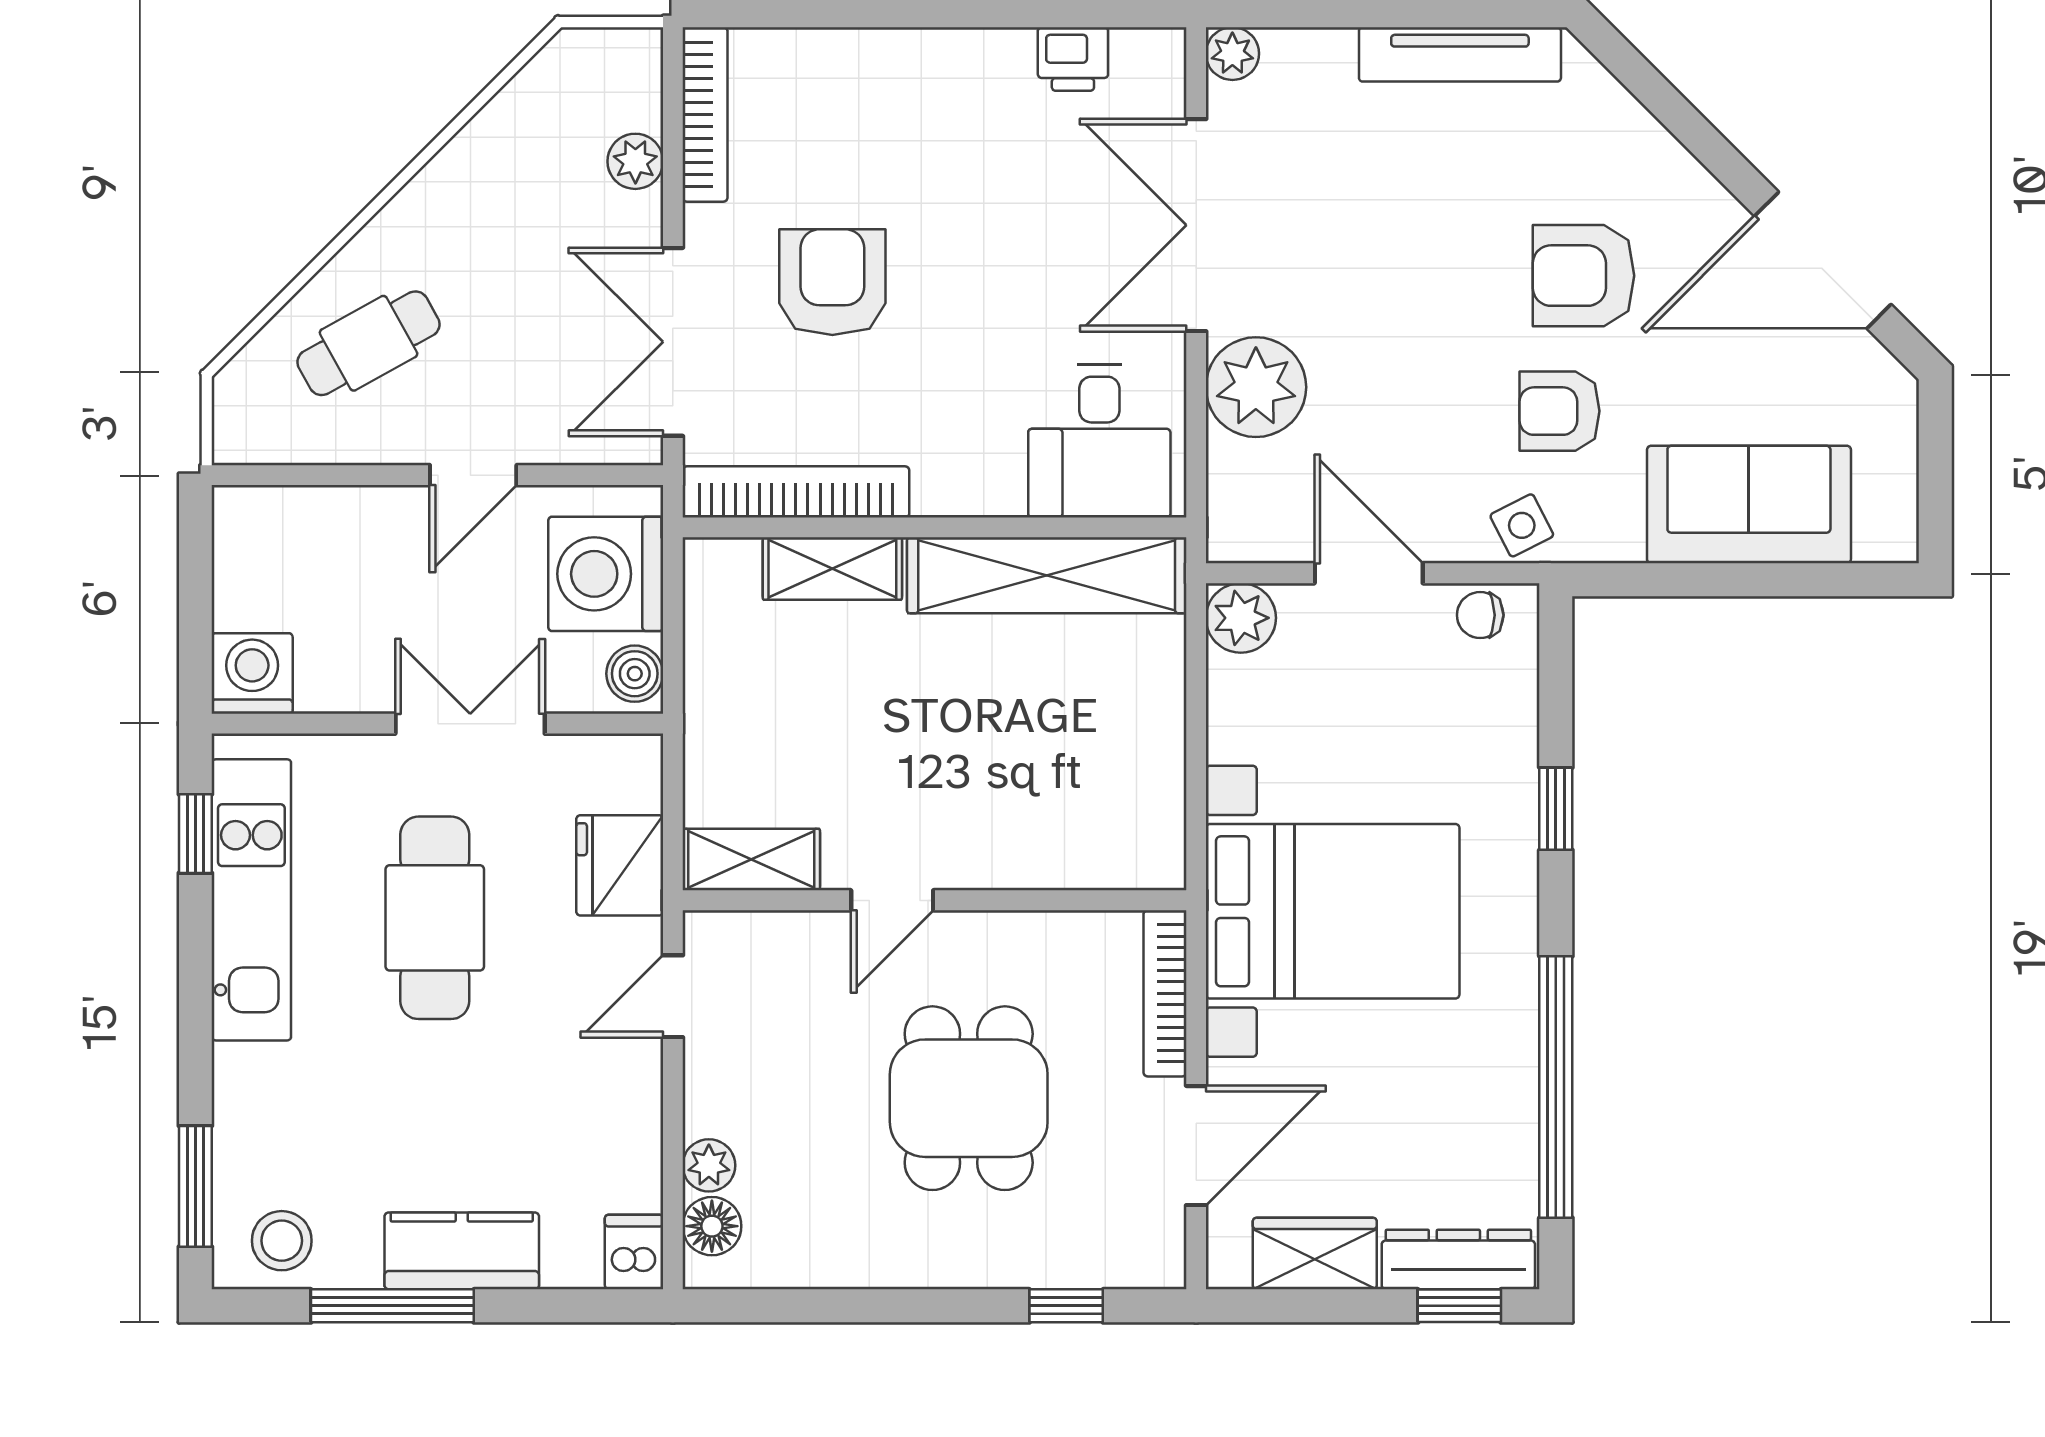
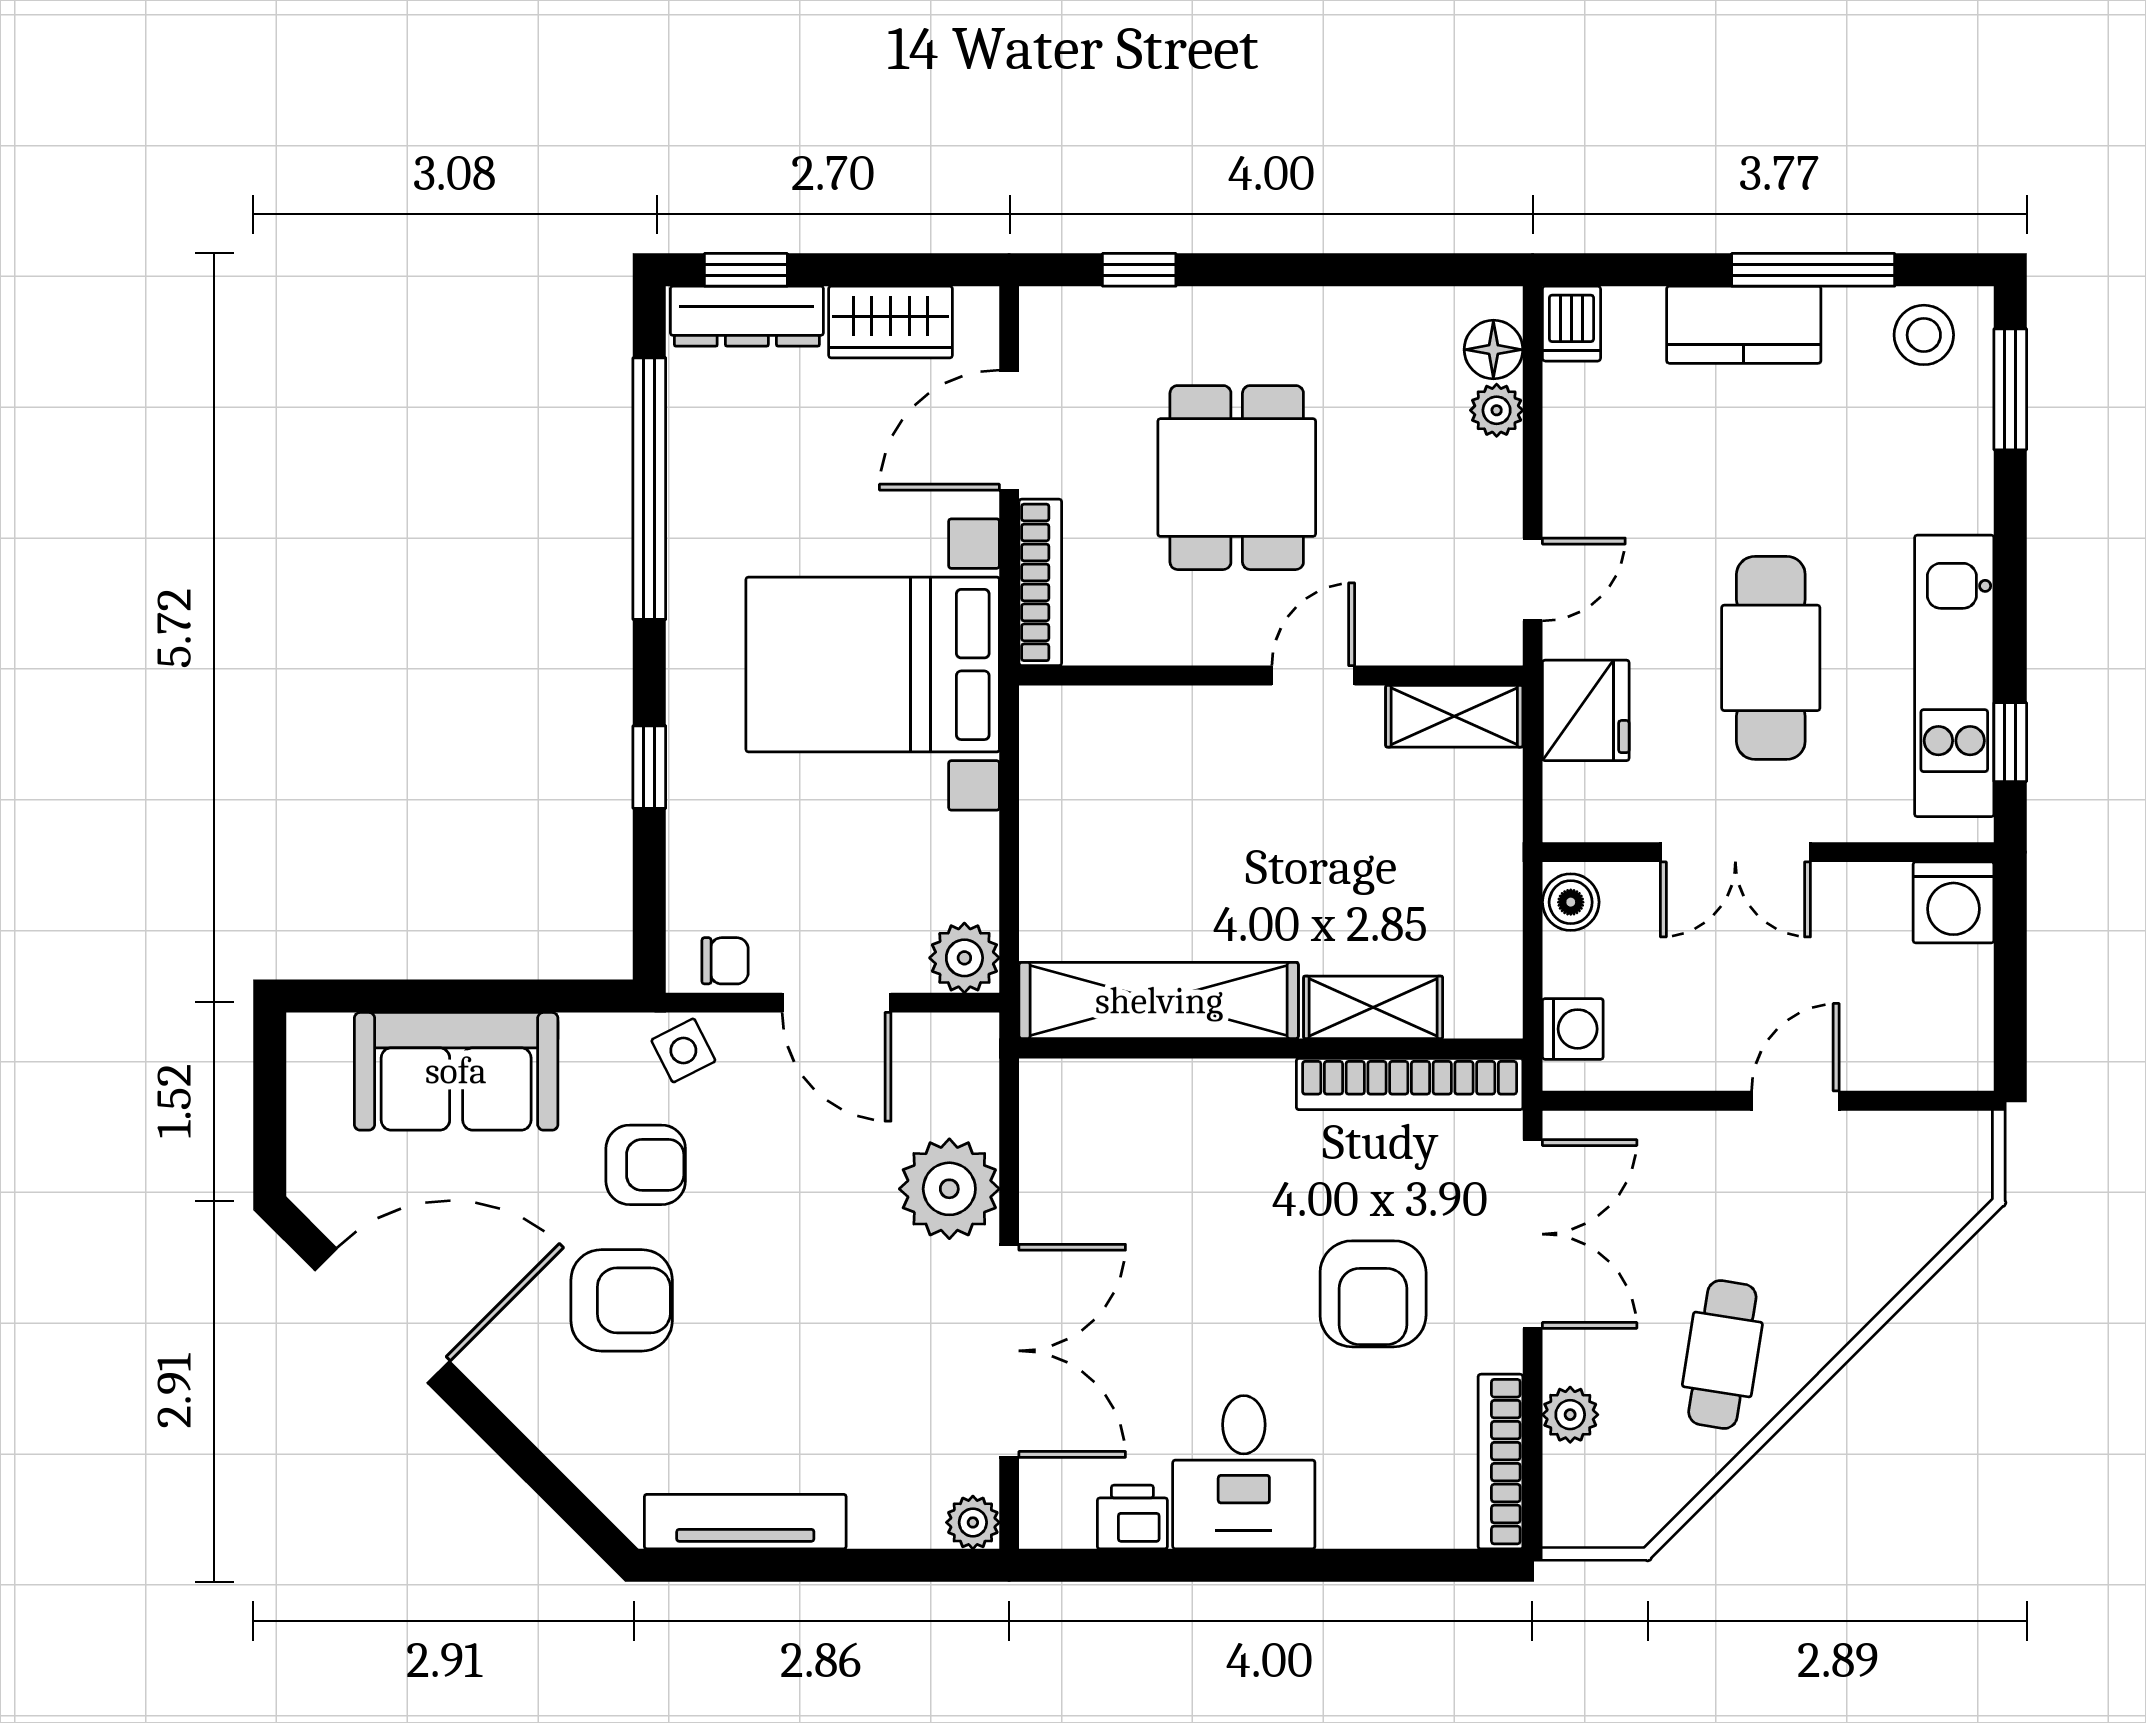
cafe table: (369, 343) -> (1722, 1354), moved, turned -52
desk: (1099, 441) -> (1244, 1472), moved, turned 180
door: (473, 475) -> (1795, 1101), moved
washing machine: (606, 574) -> (1573, 1029), width x0.53, depth x0.53

